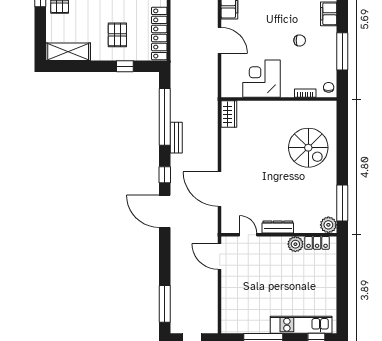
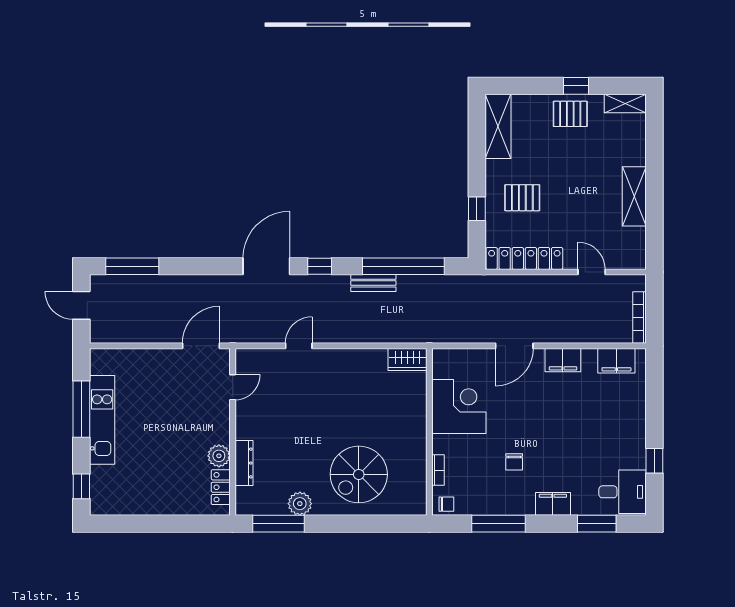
door: (220, 189) -> (299, 346), width x0.53
plant: (328, 225) -> (300, 504), moved
dresser: (278, 227) -> (244, 463), moved
kitchen unit: (301, 325) -> (102, 420), moved

